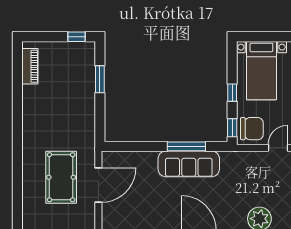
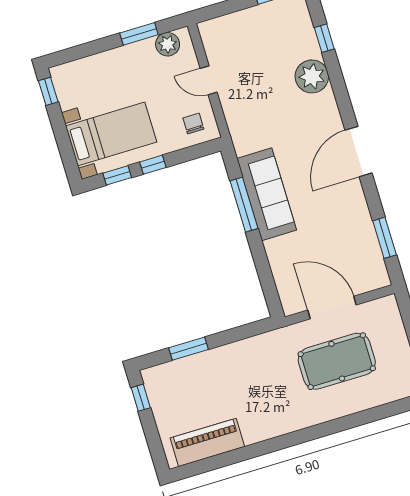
piano: (30, 66) -> (207, 442), width x1.37, depth x1.33
window: (232, 128) -> (117, 175), moved
chair: (252, 129) -> (193, 123), width x0.54, depth x0.54

